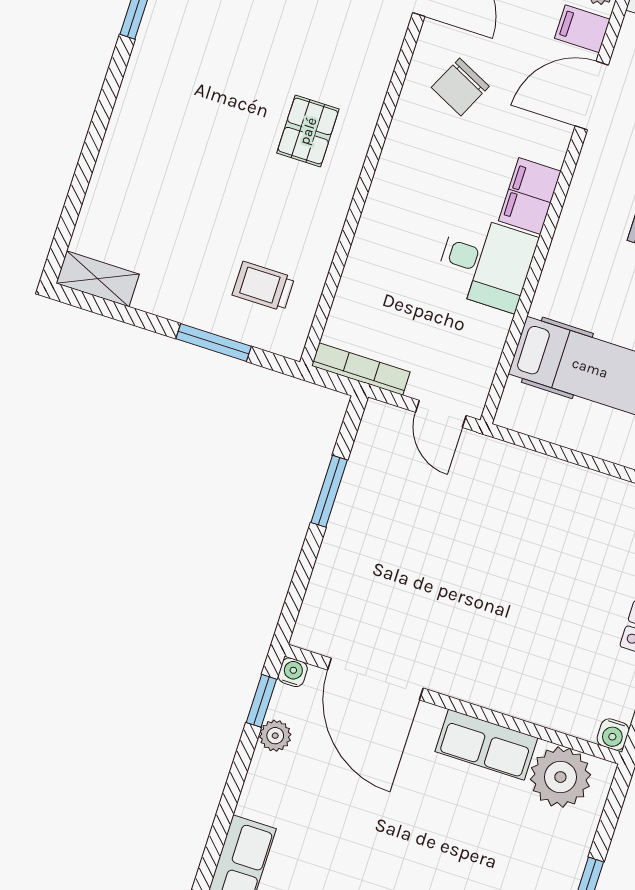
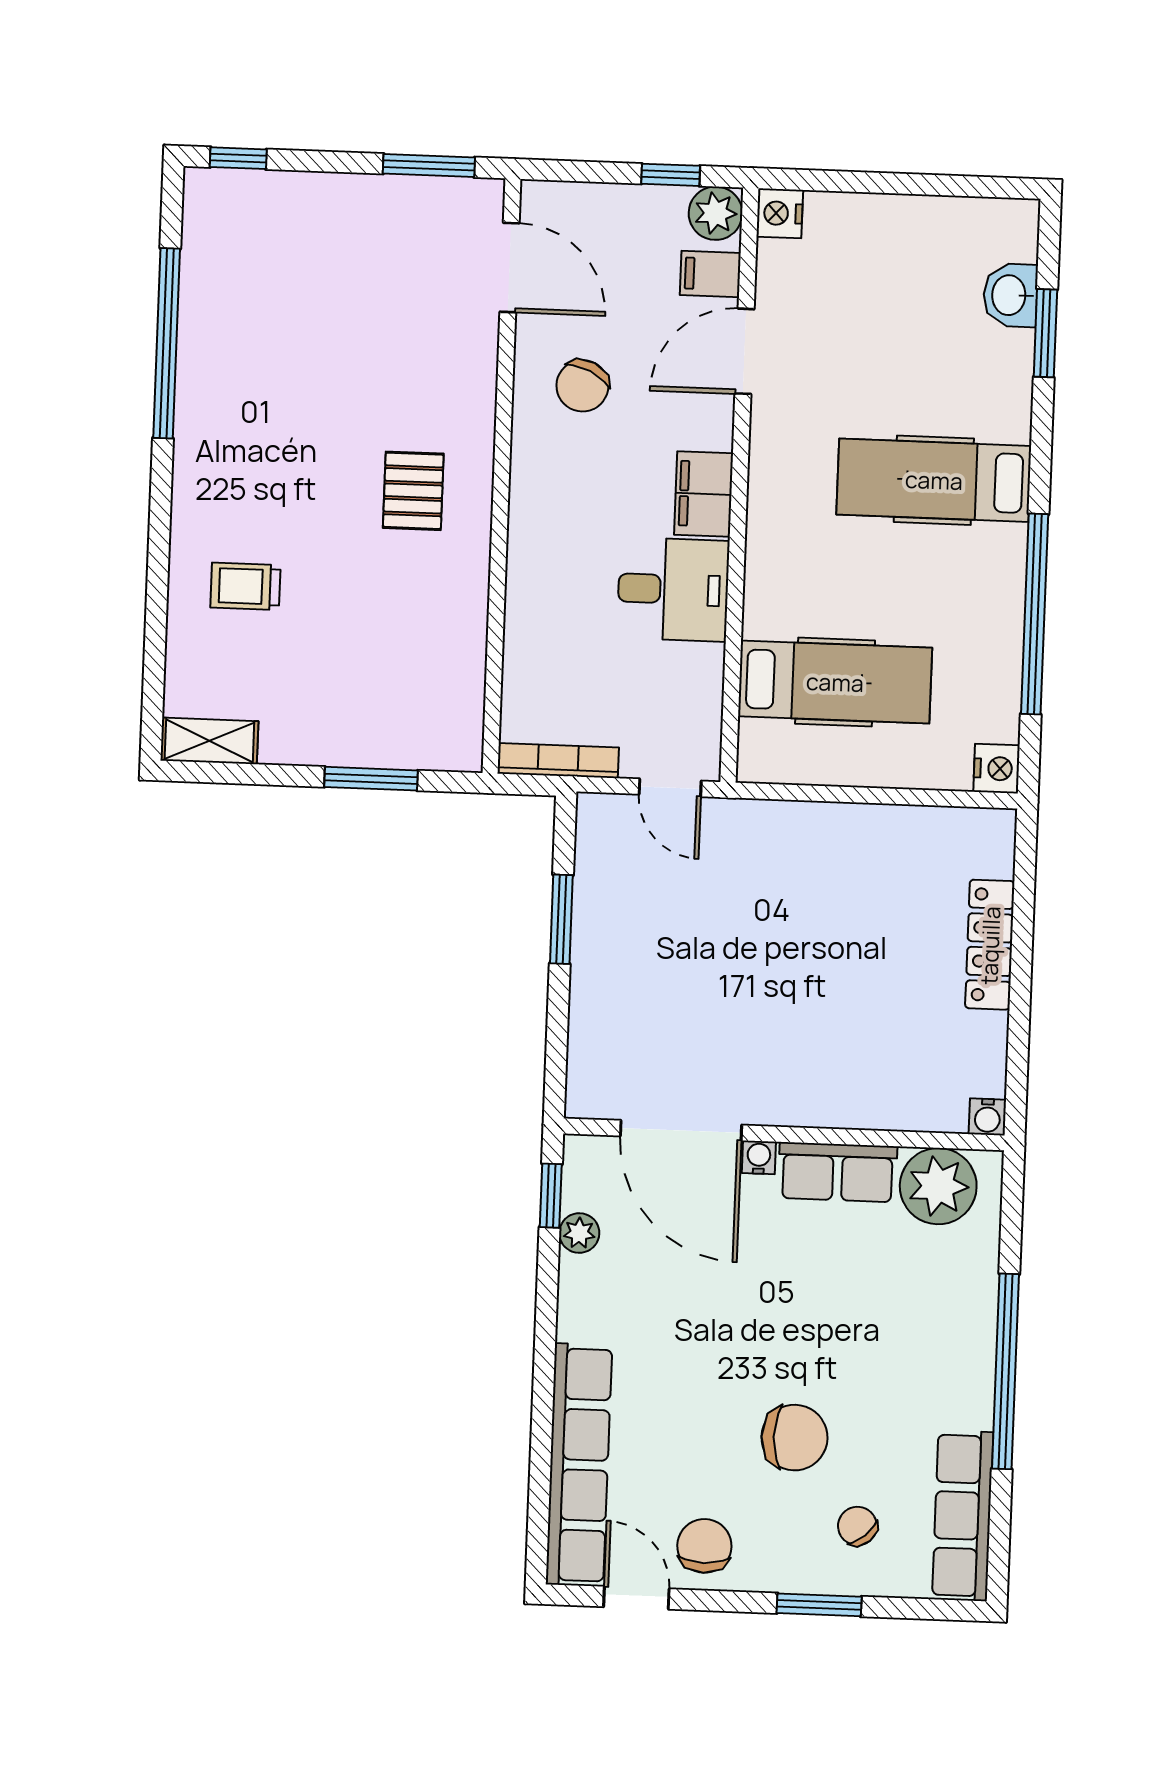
trolley: (263, 286) -> (245, 586), moved
water cooler: (293, 672) -> (759, 1157), moved

